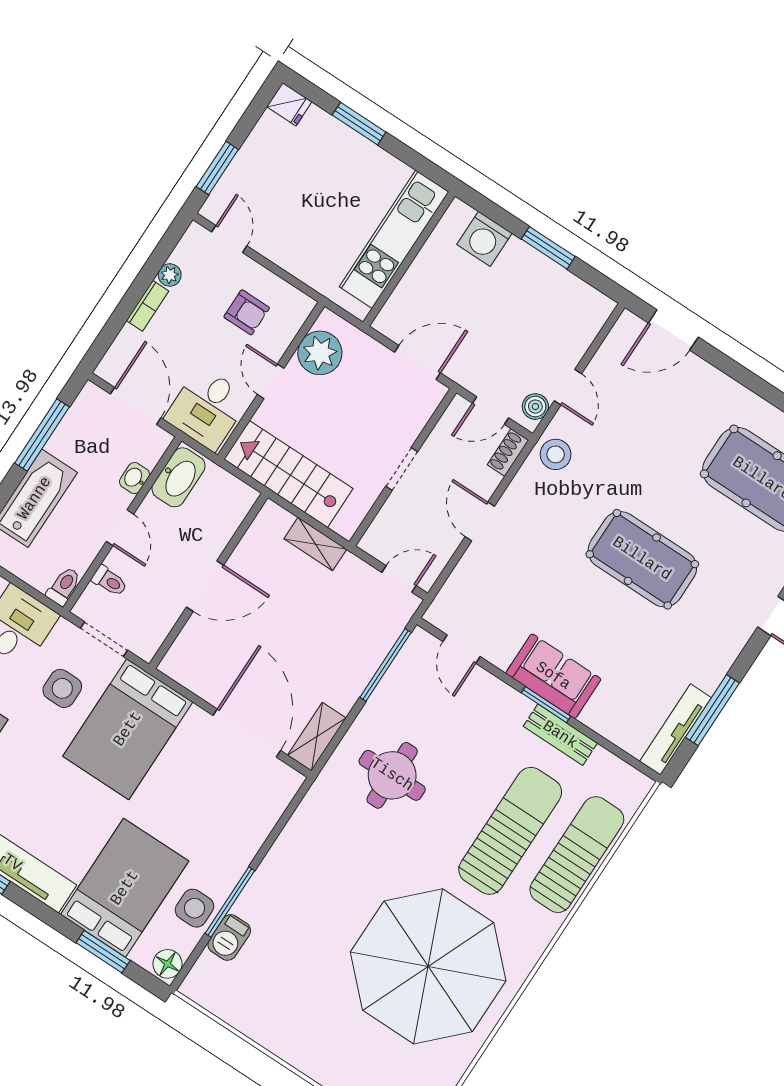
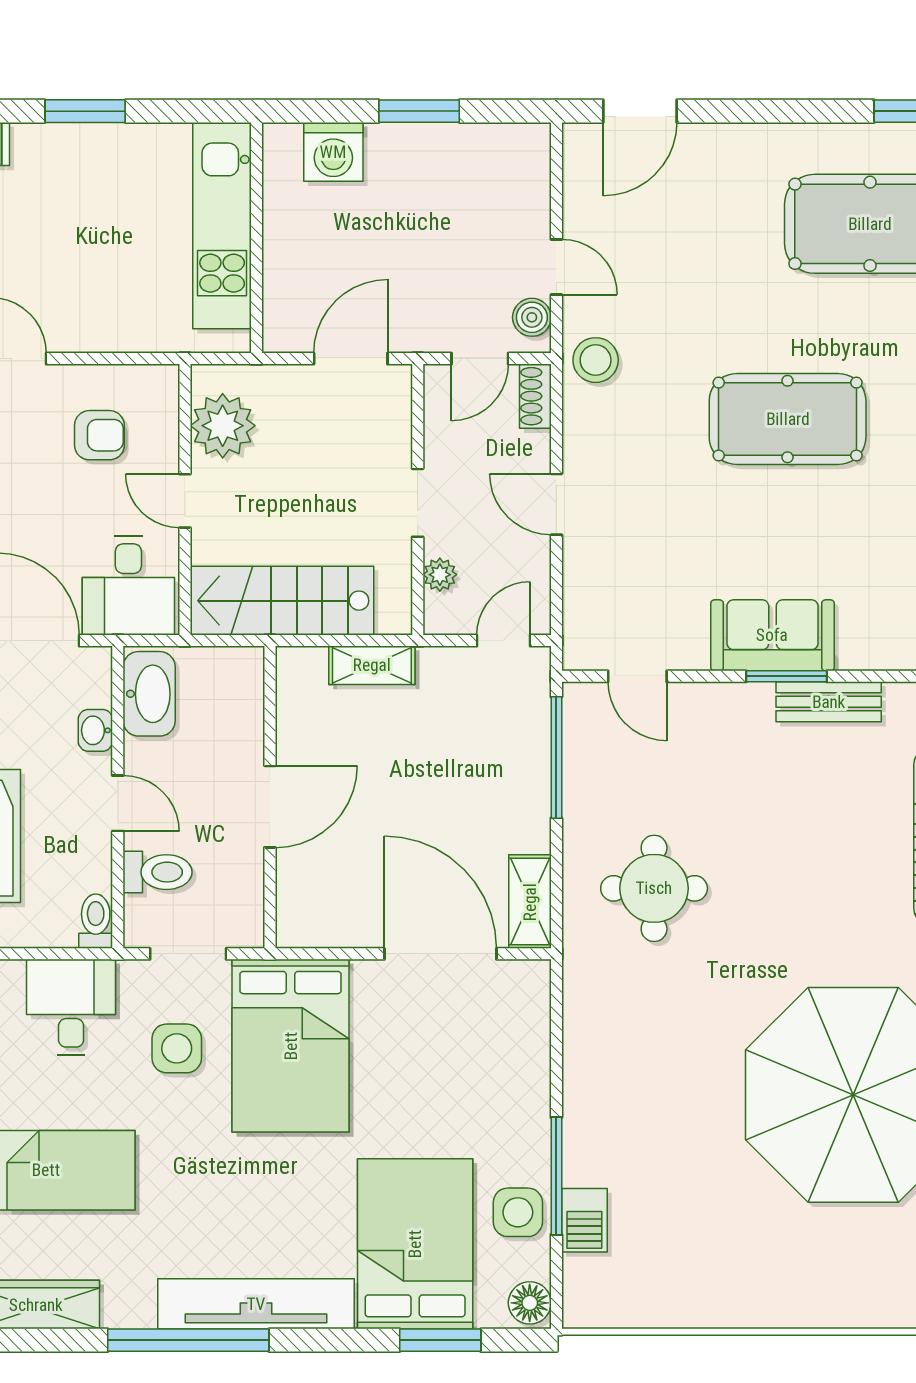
plant: (387, 518) -> (440, 575), added
toilet: (109, 581) -> (158, 872), width x1.37, depth x1.39
sun lounger: (510, 831) -> (845, 861), removed

